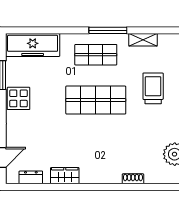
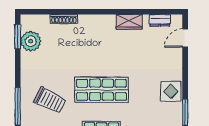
trolley: (153, 88) -> (50, 100), turned -64
shoe rack: (133, 179) -> (64, 19), width x1.43

